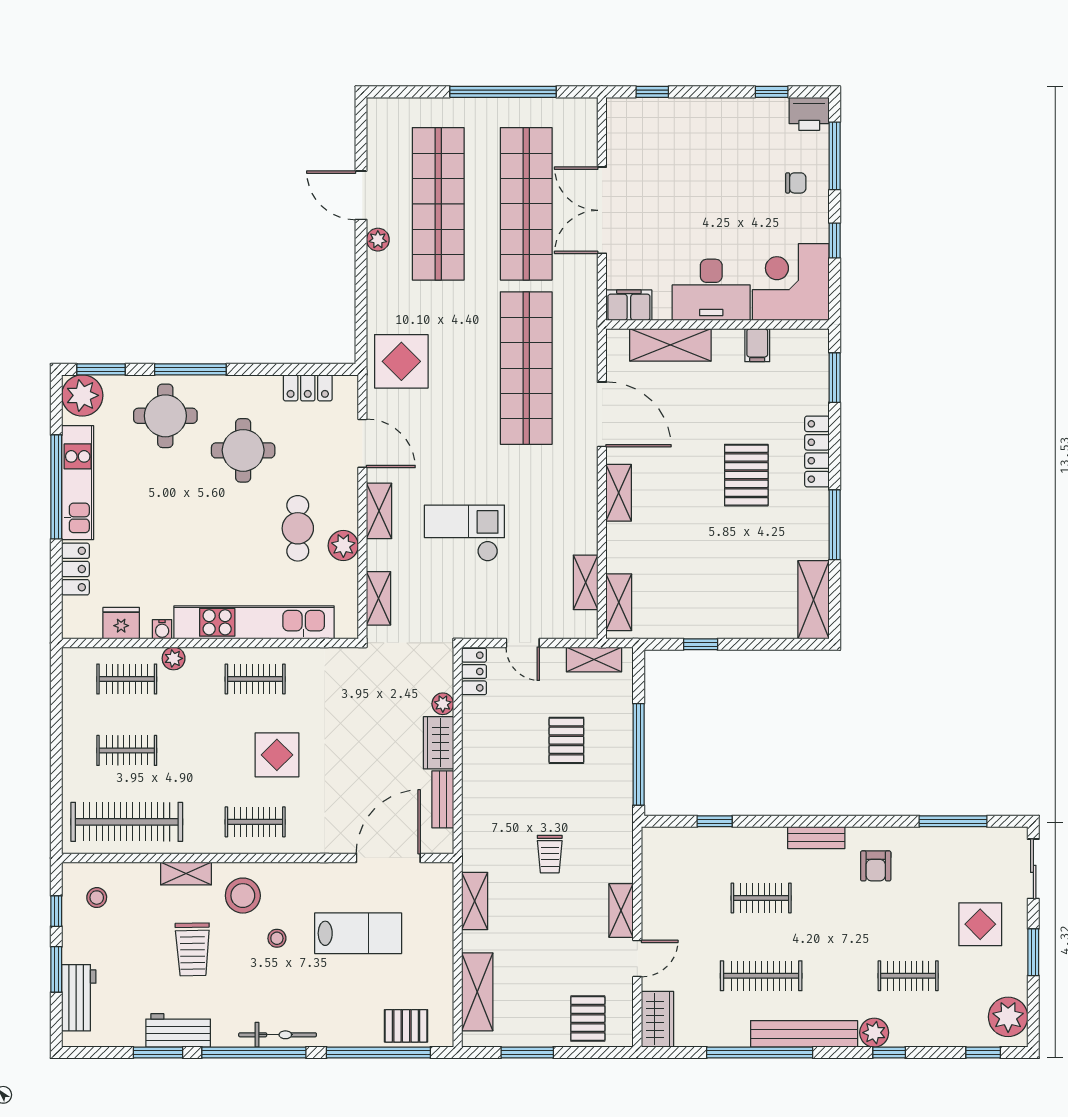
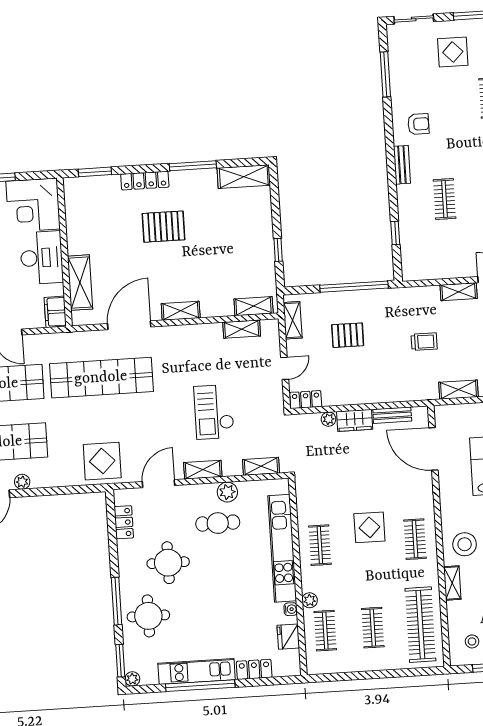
filing cabinet: (757, 345) -> (77, 225), removed
plant: (82, 395) -> (132, 679), width x0.53, depth x0.53

